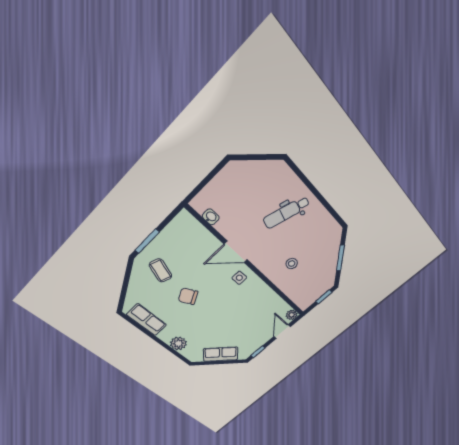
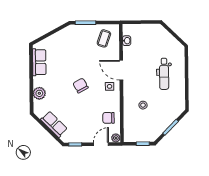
dental chair: (286, 212) -> (164, 74), turned -105
coffee table: (160, 270) -> (104, 38), moved
chair: (188, 296) -> (81, 85), moved
chair: (267, 305) -> (108, 118), added

